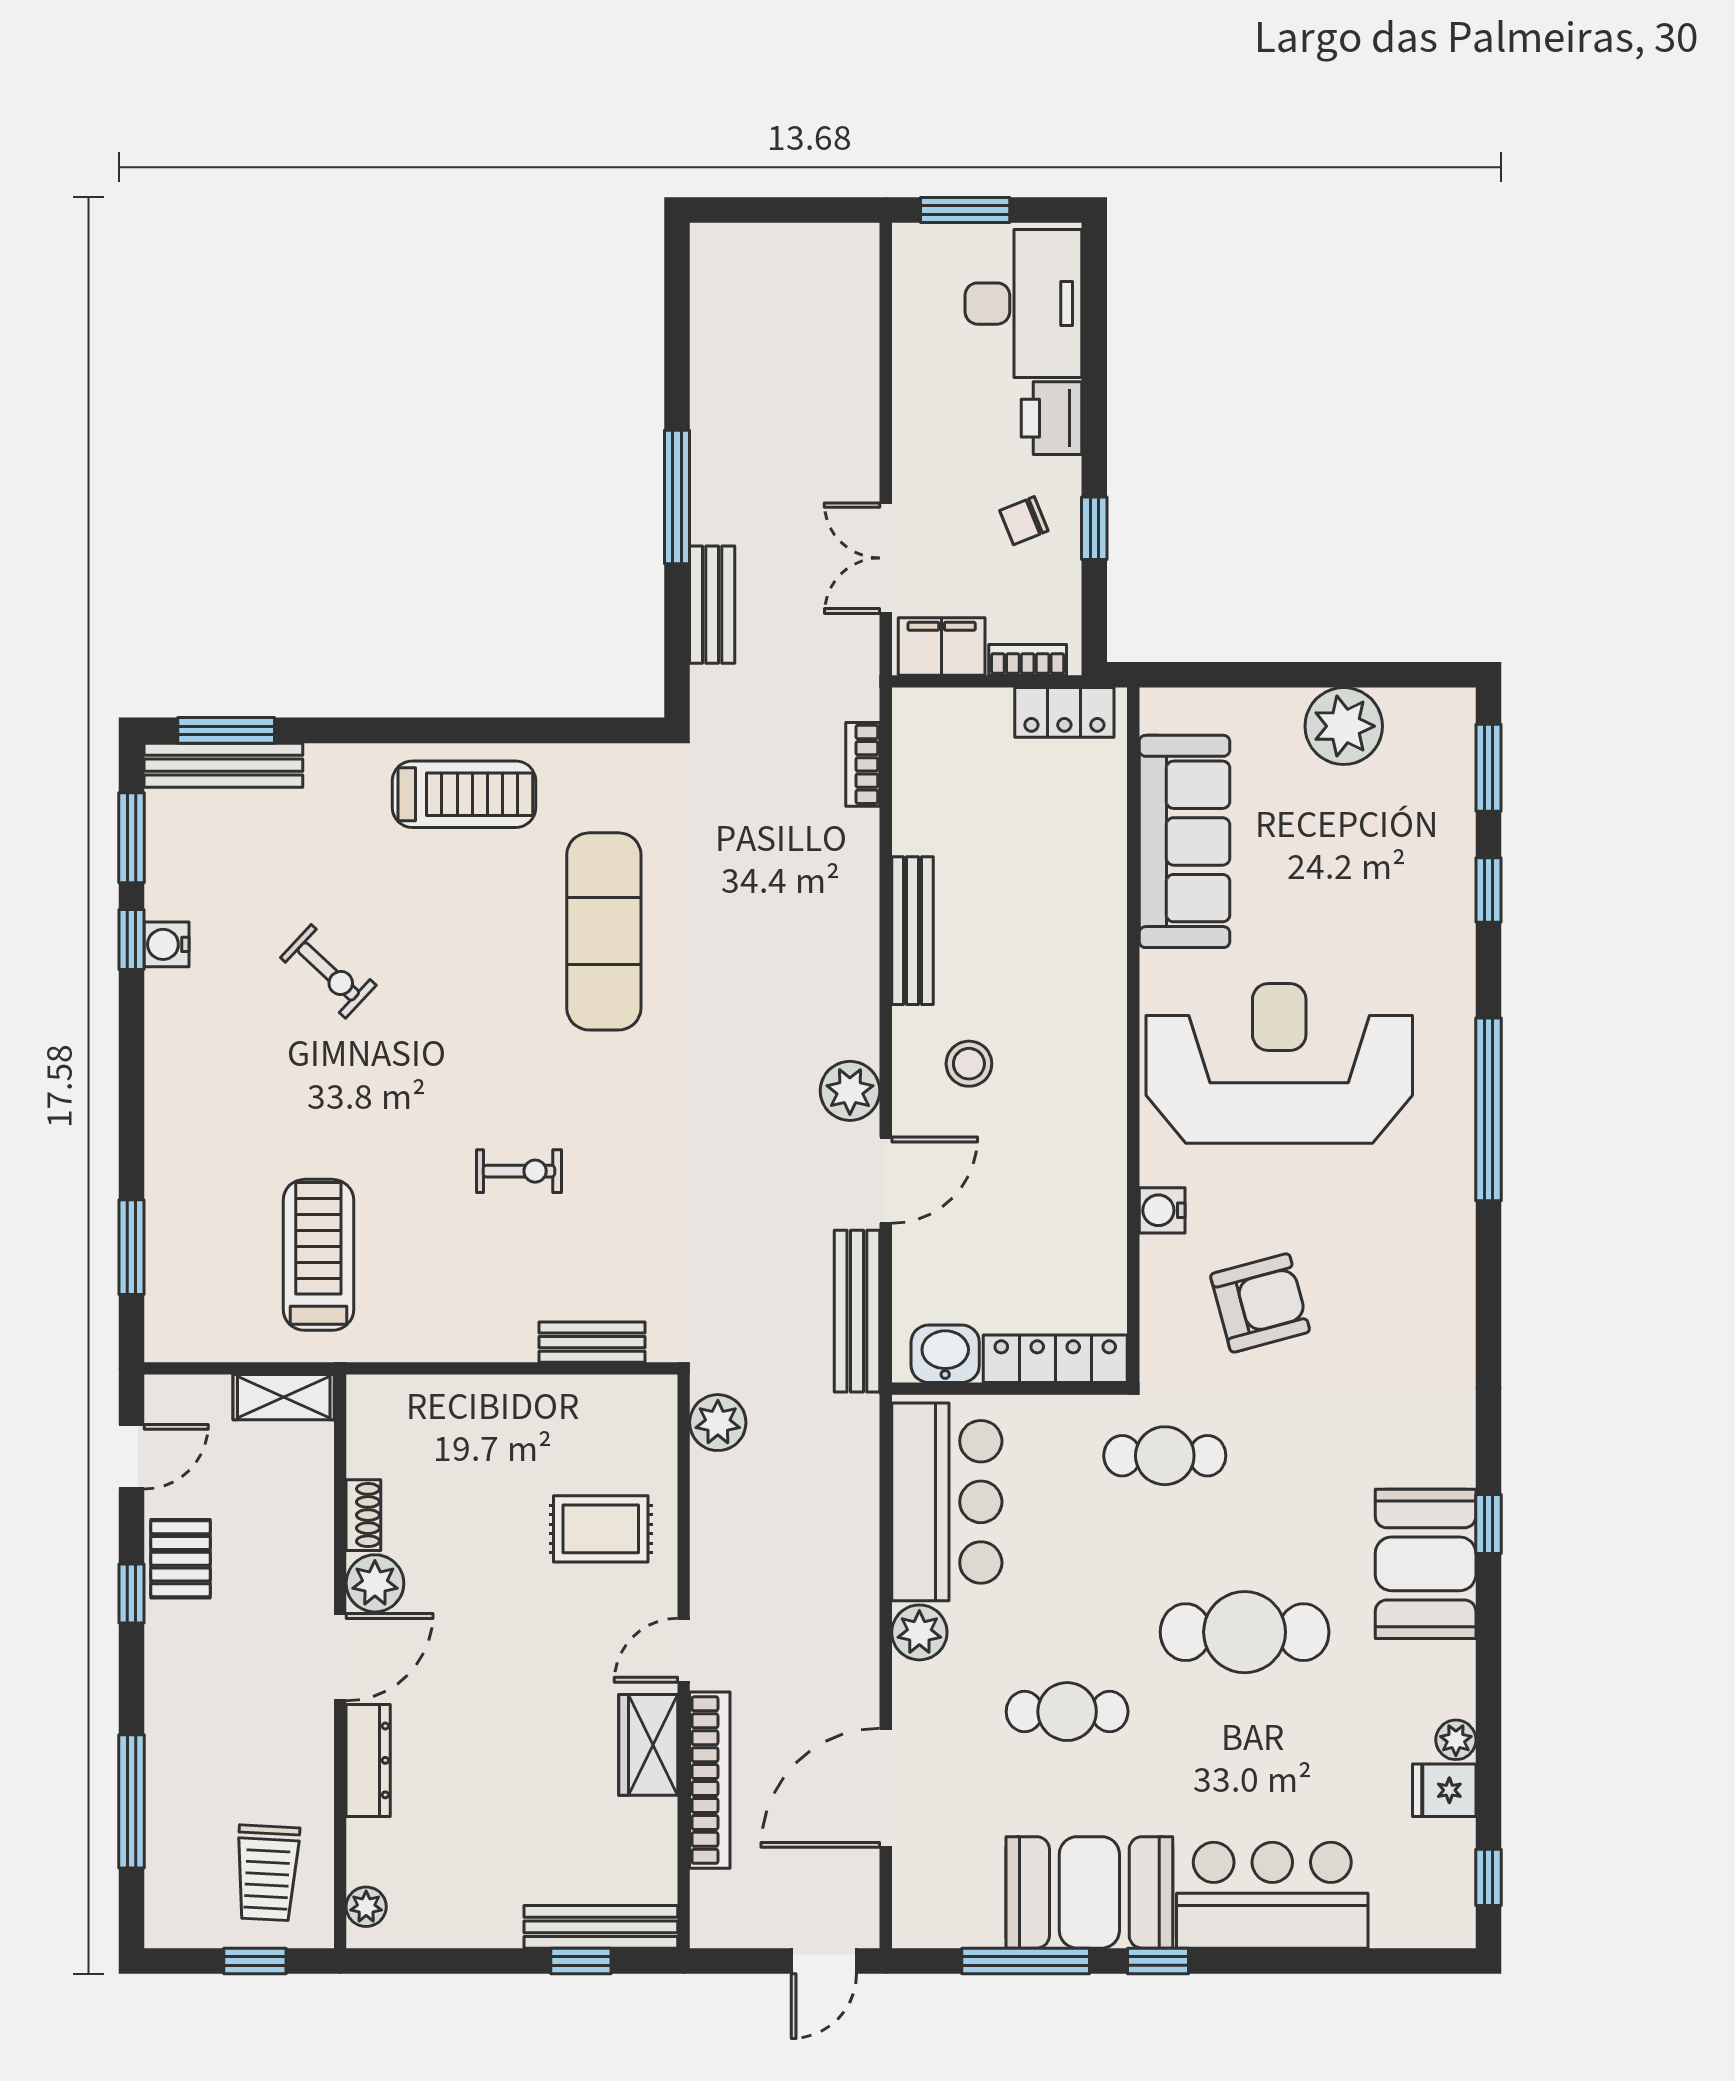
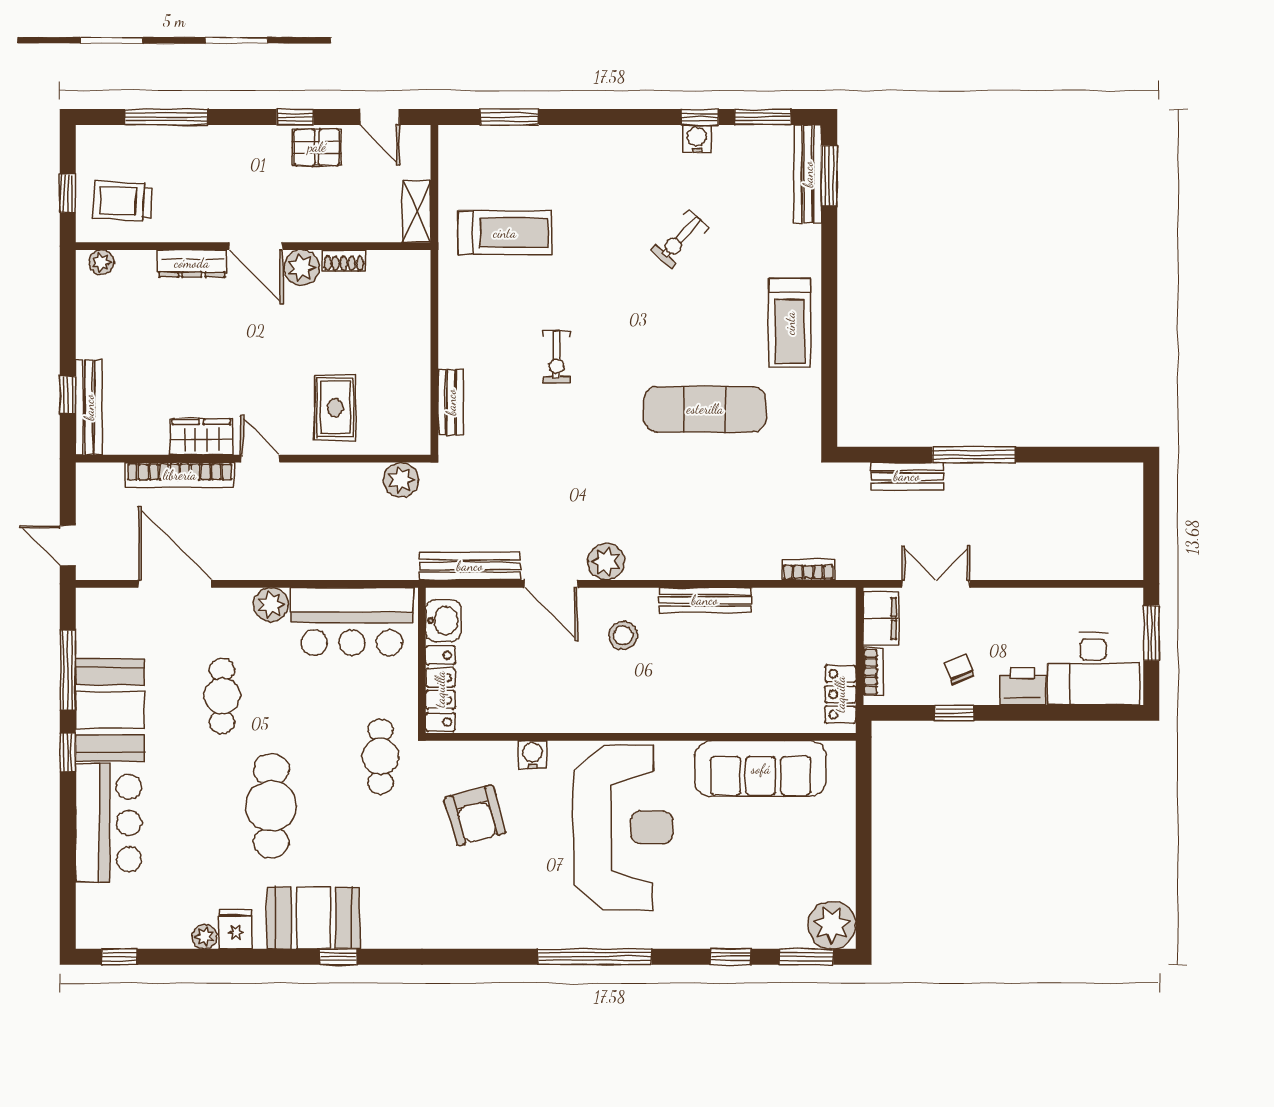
plant: (1344, 726) -> (832, 925), moved
fridge: (1444, 1790) -> (236, 929), moved

